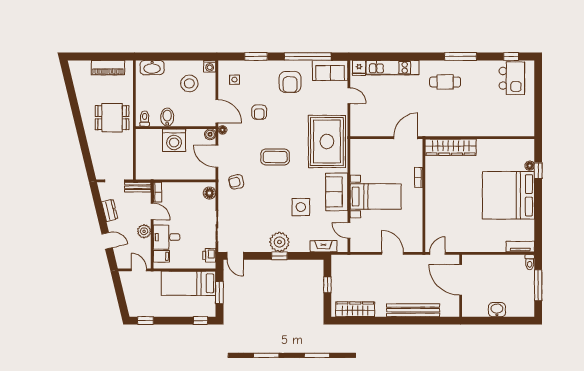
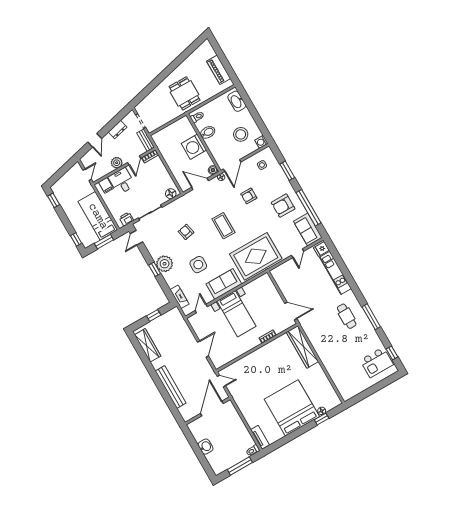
door: (217, 156) -> (200, 184), hinge flipped
armchair: (236, 182) -> (186, 232), moved

